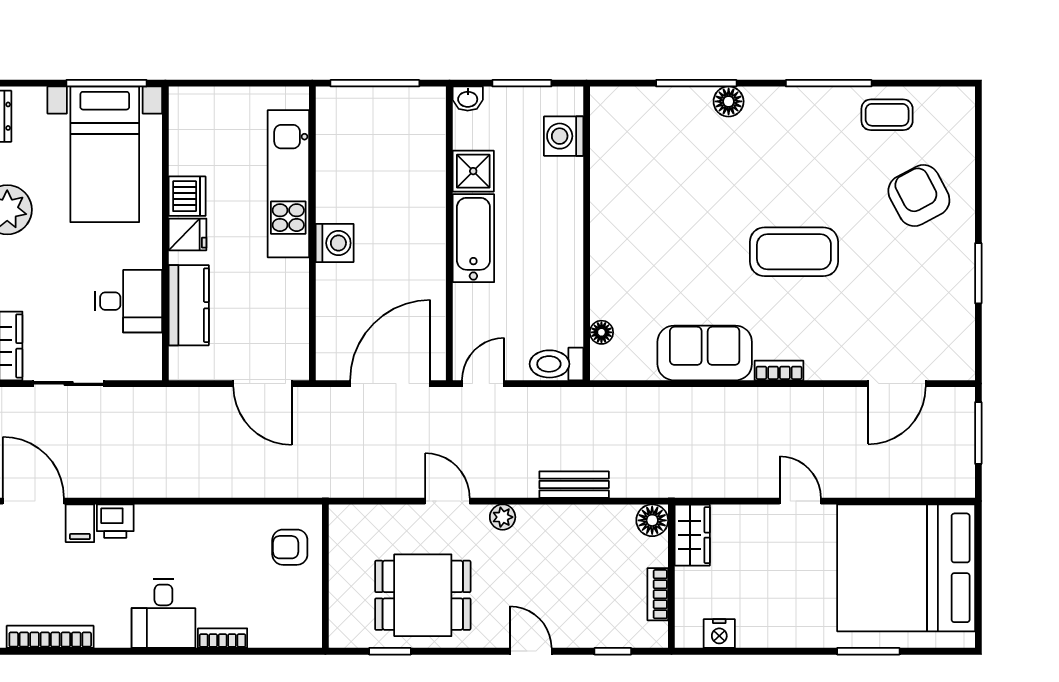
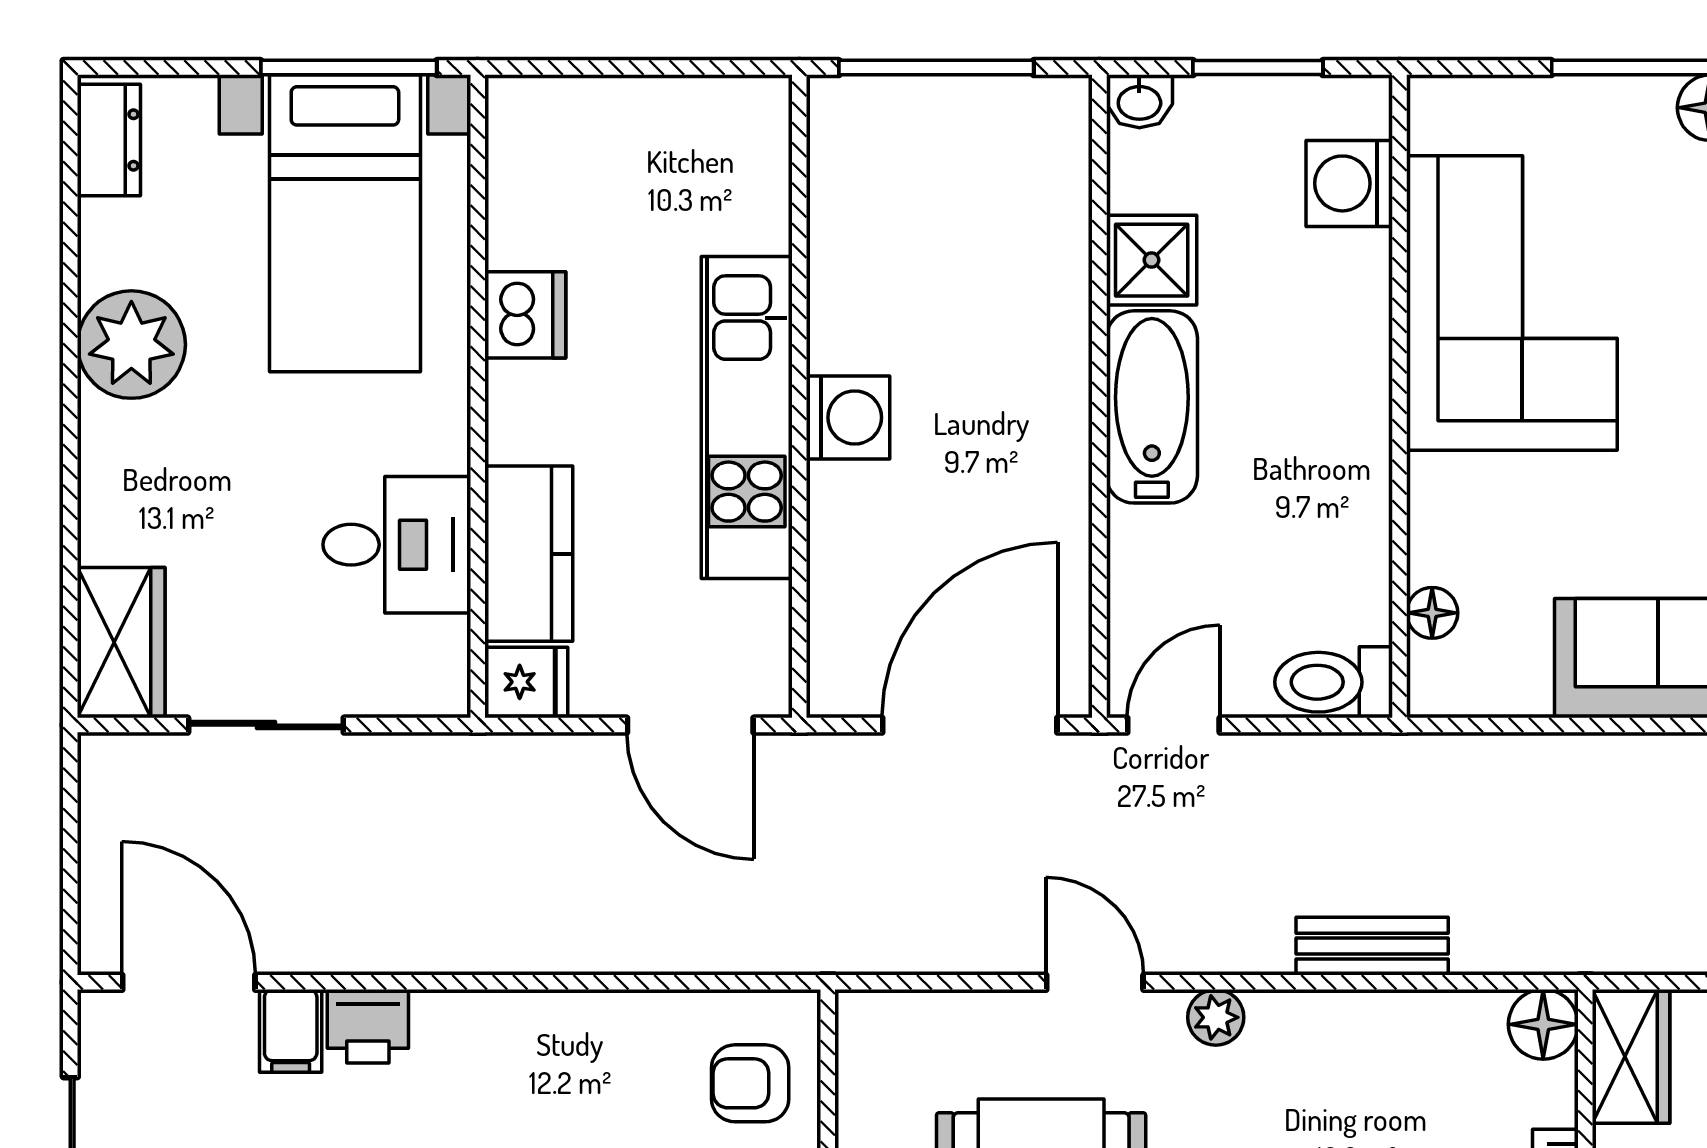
kitchen unit: (288, 184) -> (747, 417), moved
corner sofa: (638, 191) -> (1512, 303), added
fridge: (188, 234) -> (526, 682), moved

